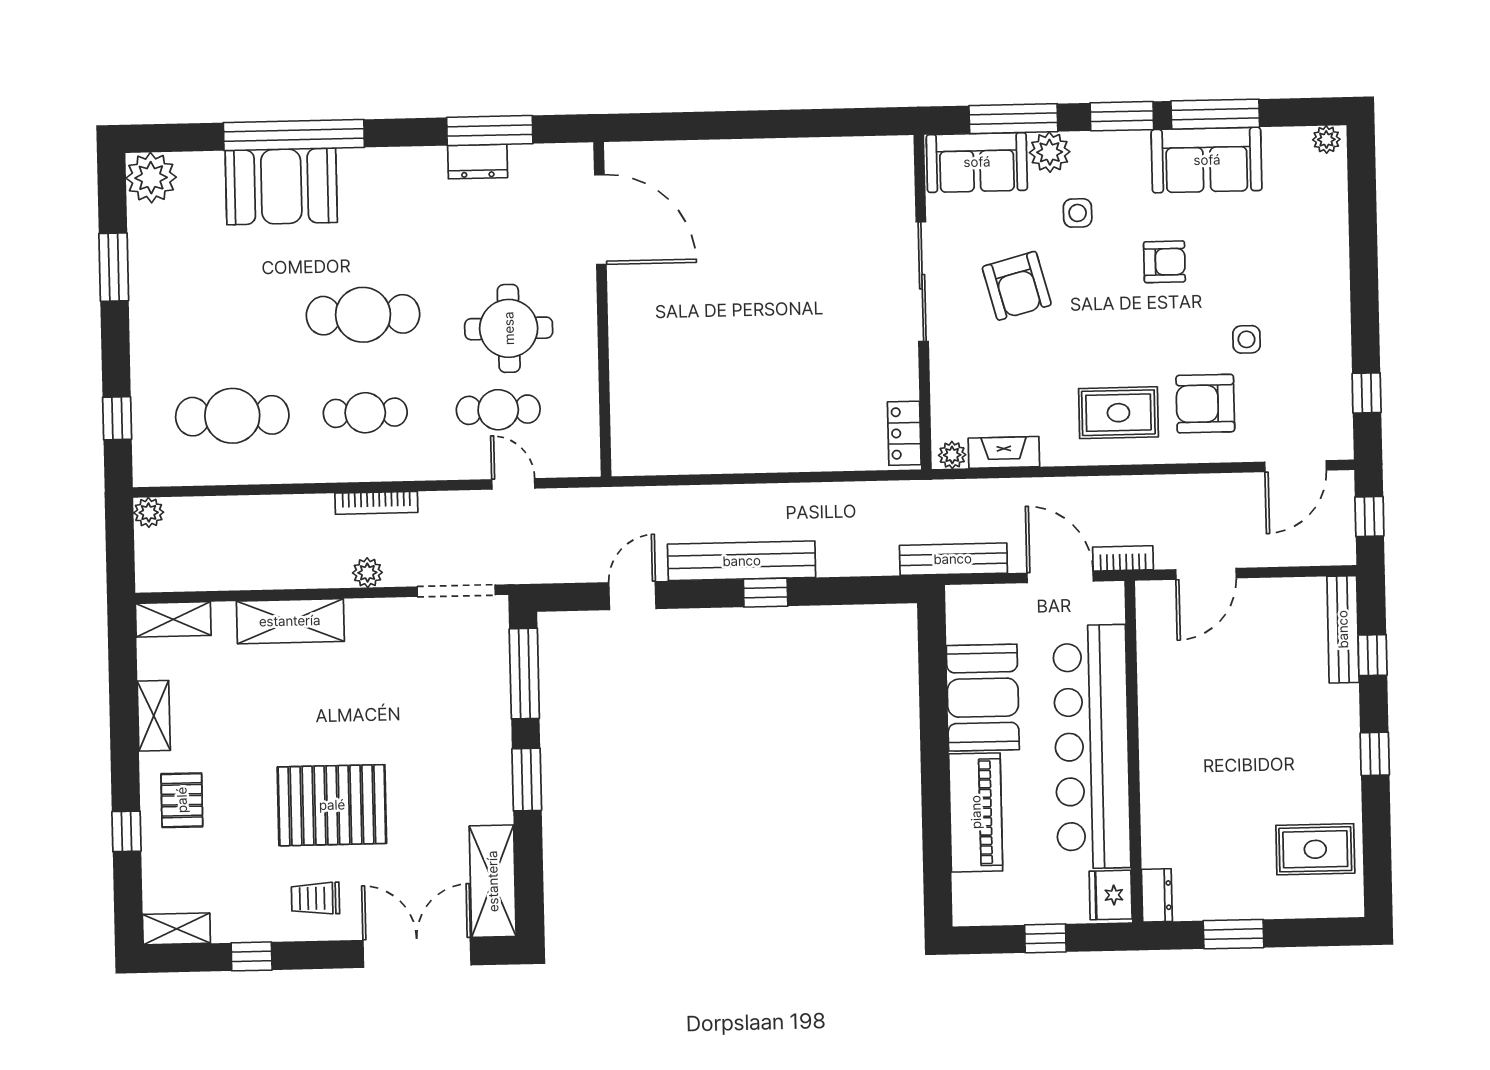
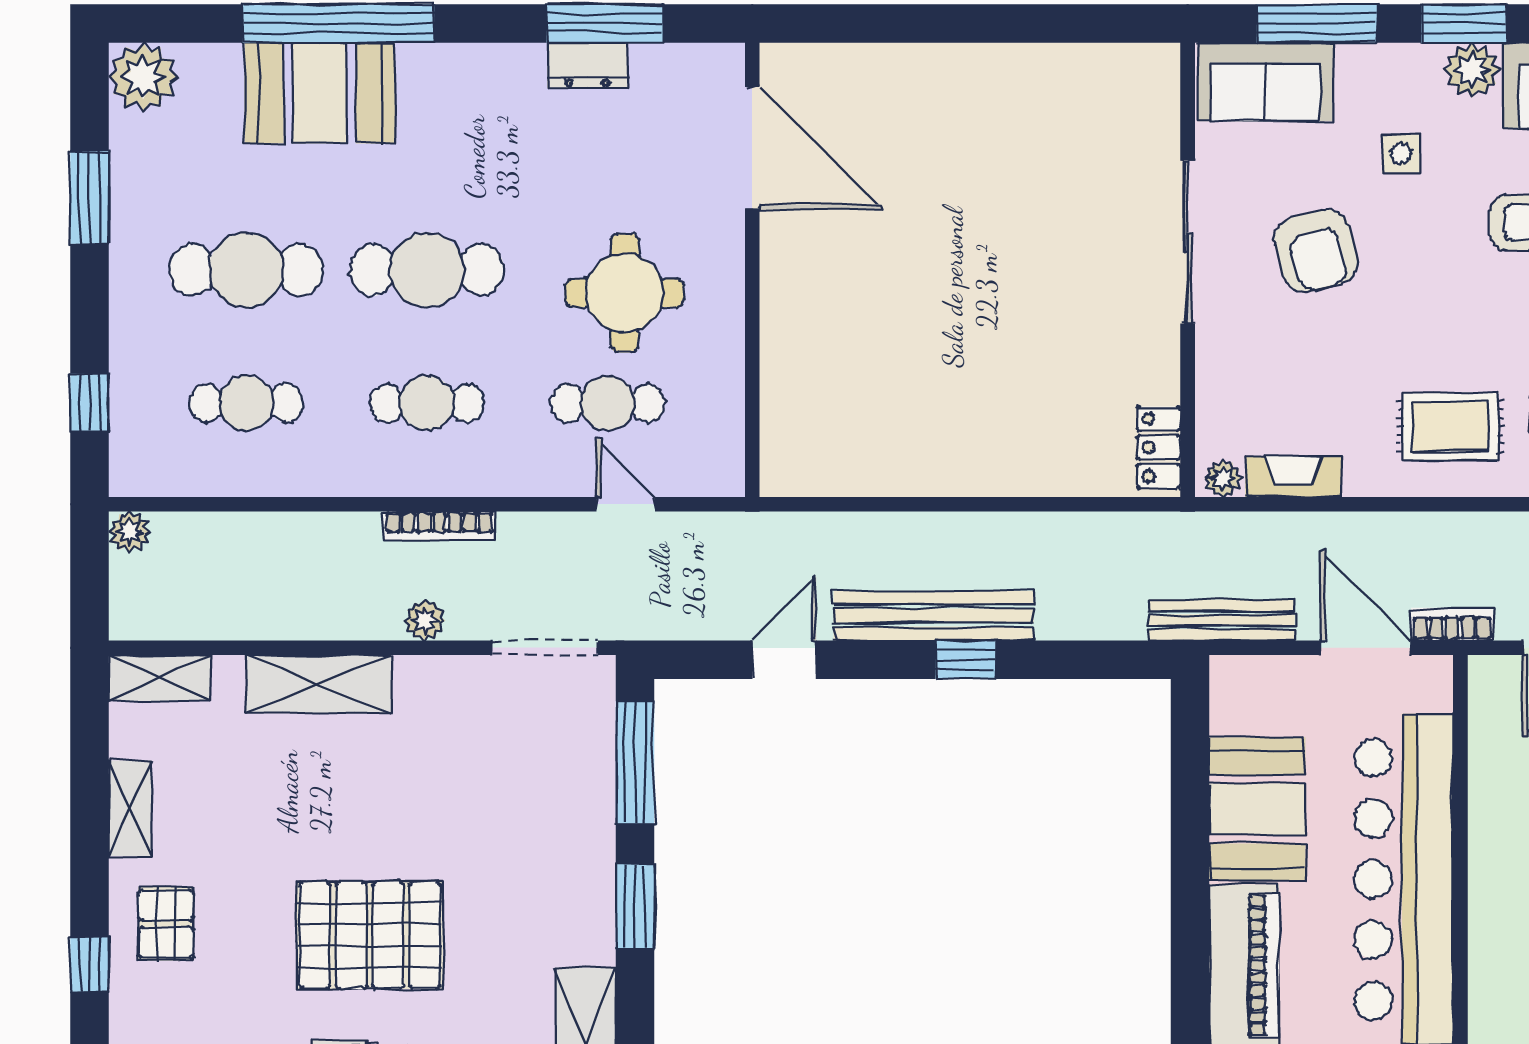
plant: (1050, 152) -> (1472, 70), moved
cafe table: (230, 318) -> (246, 270), added
cafe table: (232, 416) -> (246, 403), width x0.73, depth x0.74

